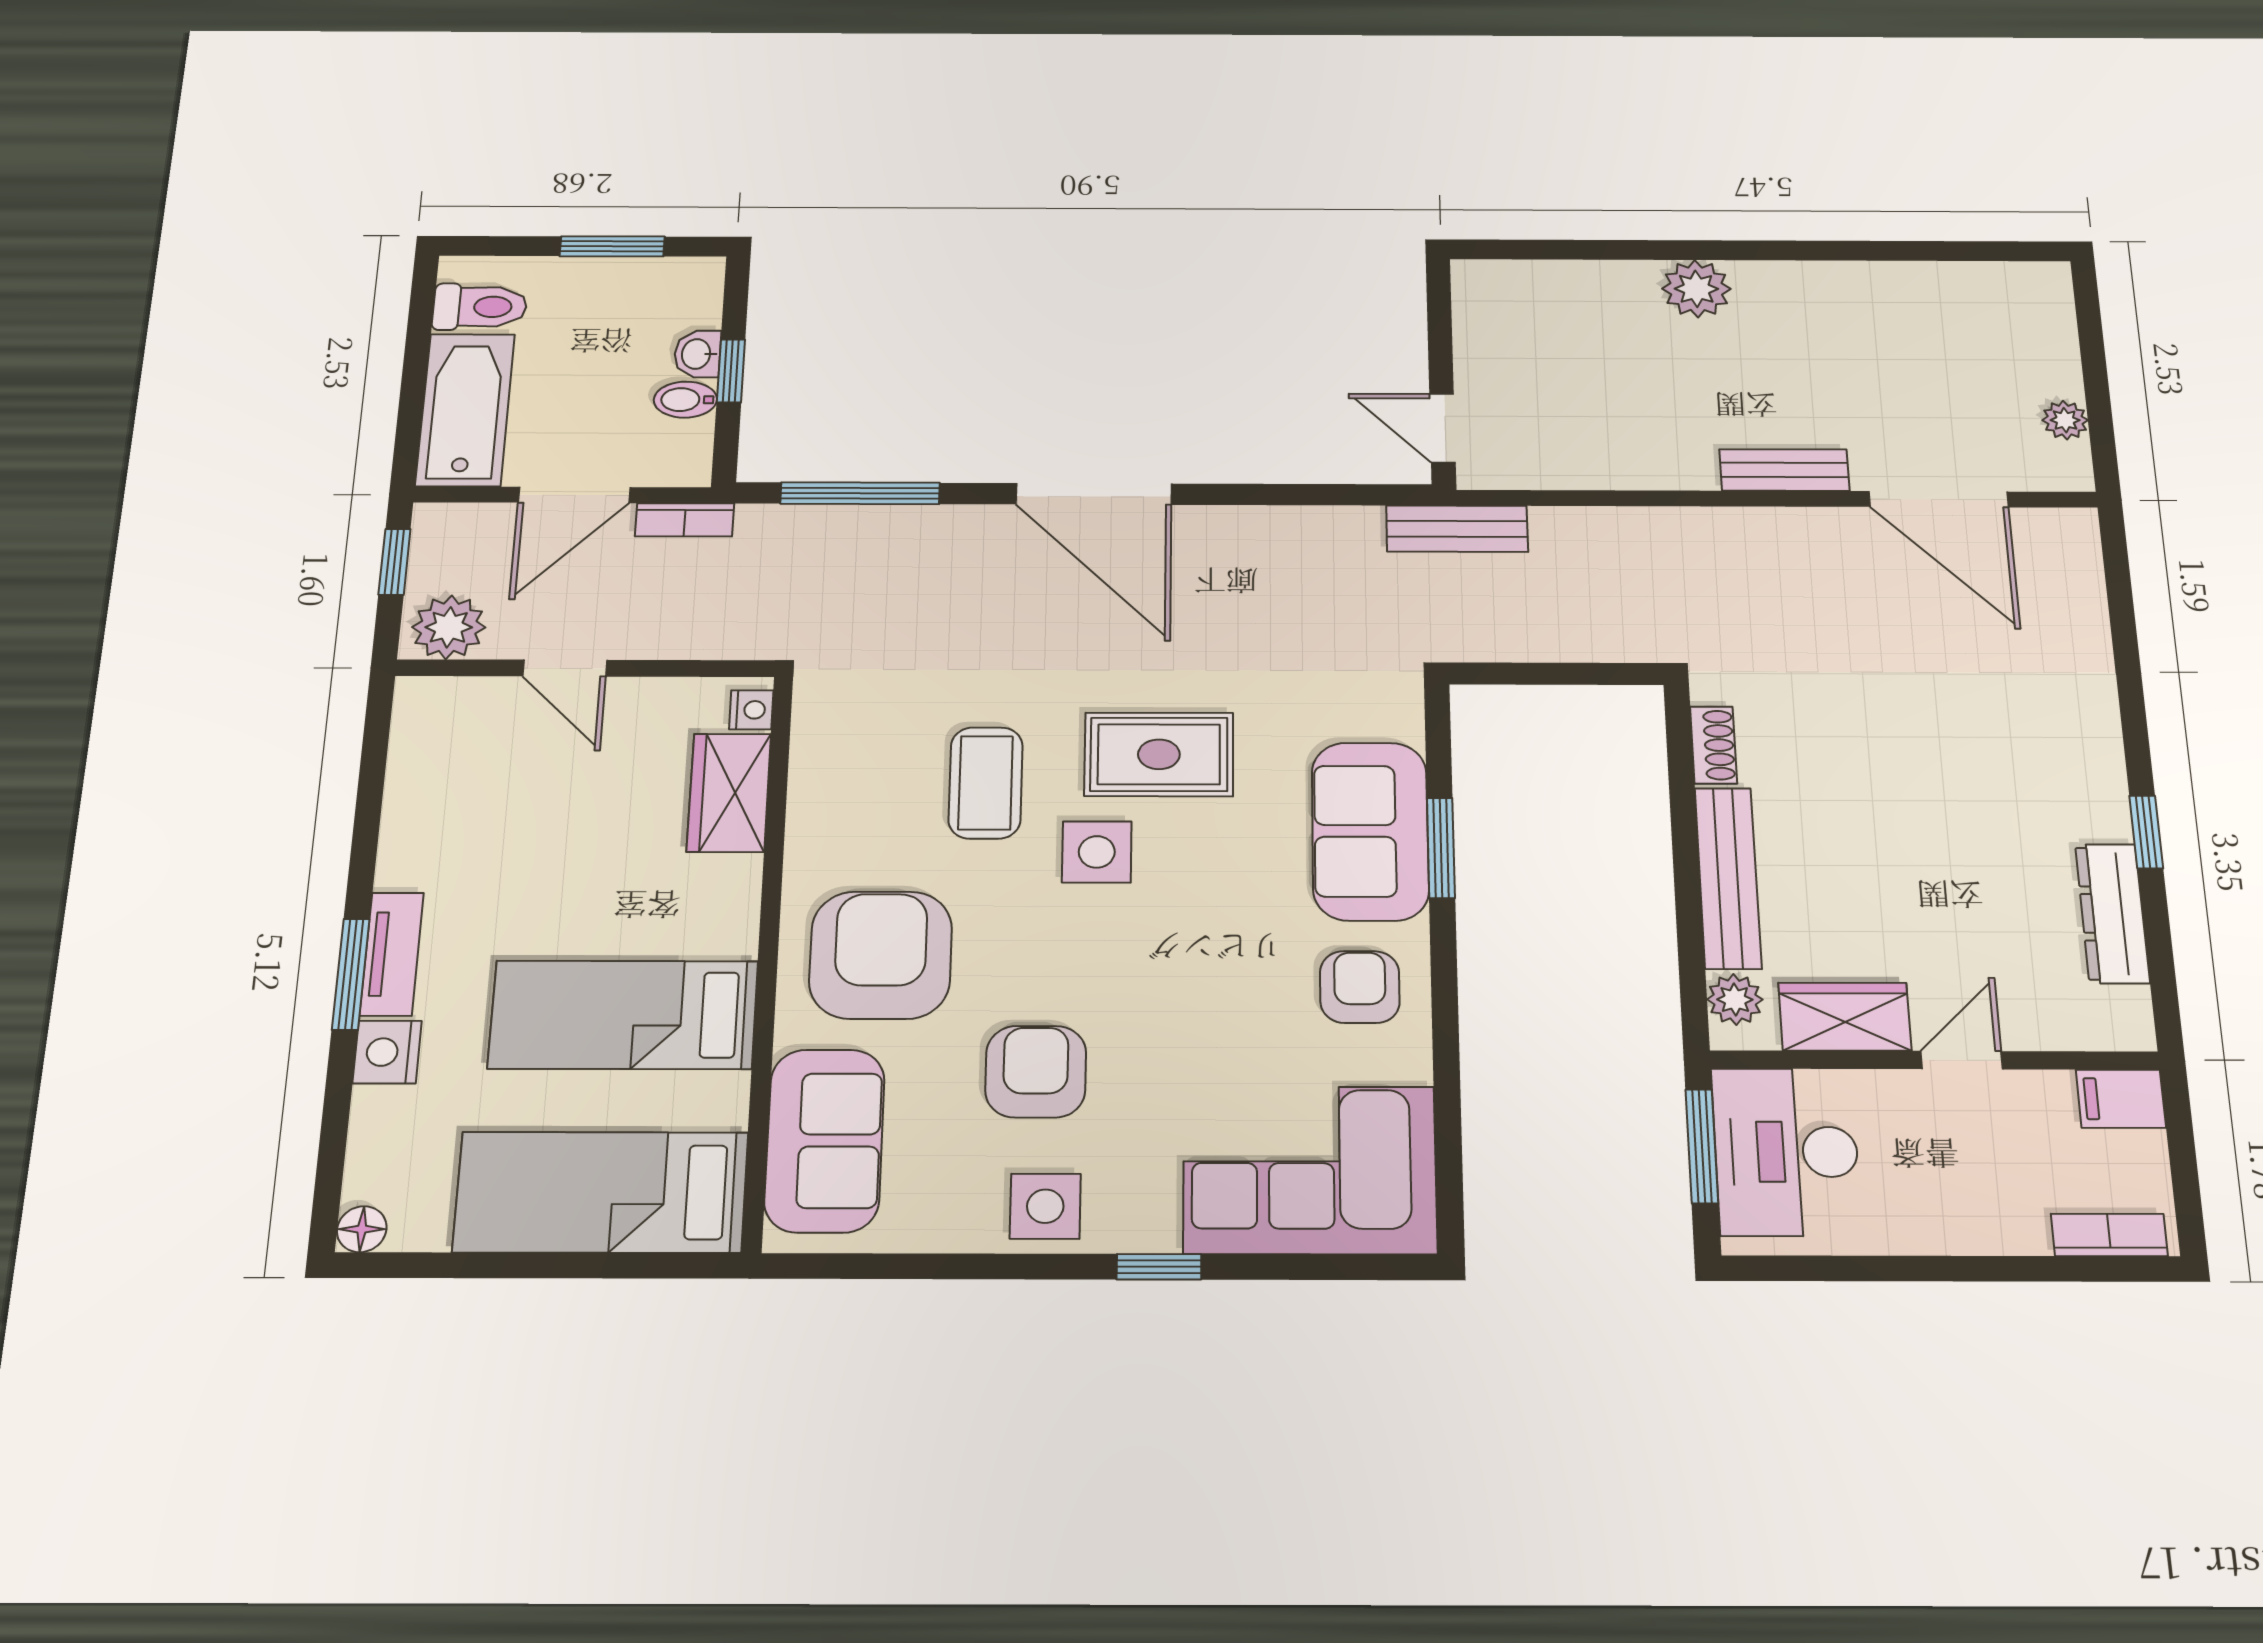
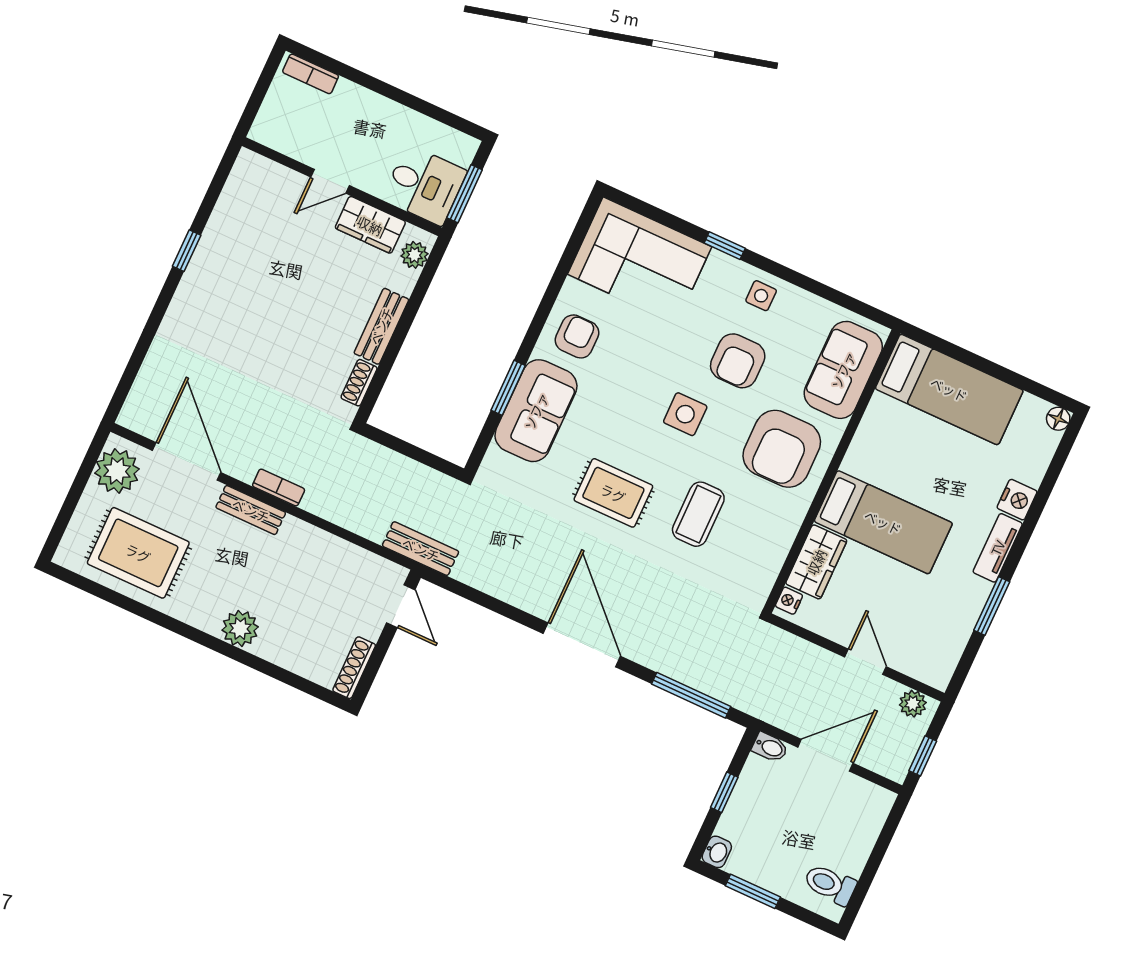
shoe rack: (1471, 307) -> (354, 668), added
rug: (1934, 331) -> (138, 553), added
washbasin: (697, 354) -> (717, 852), moved
bidet: (685, 400) -> (770, 747), moved
bathtub: (465, 410) -> (859, 827), removed
plant: (2065, 420) -> (117, 471), width x1.87, depth x1.87
bookcase: (685, 520) -> (279, 488), moved
plant: (449, 627) -> (913, 704), width x0.73, depth x0.73
side table: (1097, 852) -> (685, 414), moved
bench: (1728, 878) -> (381, 326), width x0.73
dresser: (2112, 913) -> (224, 219), removed
window: (351, 974) -> (992, 606), moved
armchair: (1360, 987) -> (577, 336), turned 180
bed: (623, 1015) -> (883, 522), moved
filing cabinet: (2121, 1099) -> (270, 132), removed
desk: (1786, 1152) -> (425, 185), width x0.73
side table: (1045, 1206) -> (761, 296), width x0.73, depth x0.73

